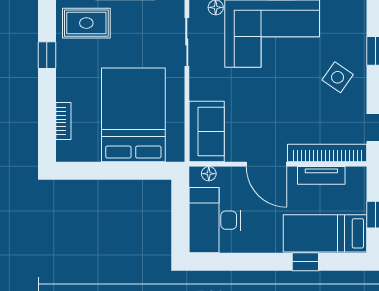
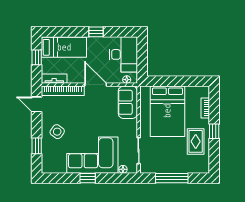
rug: (86, 23) -> (196, 141), moved, turned 90
window: (47, 55) -> (214, 131), moved
tv unit: (321, 175) -> (54, 79), moved
window: (305, 262) -> (96, 32), moved

